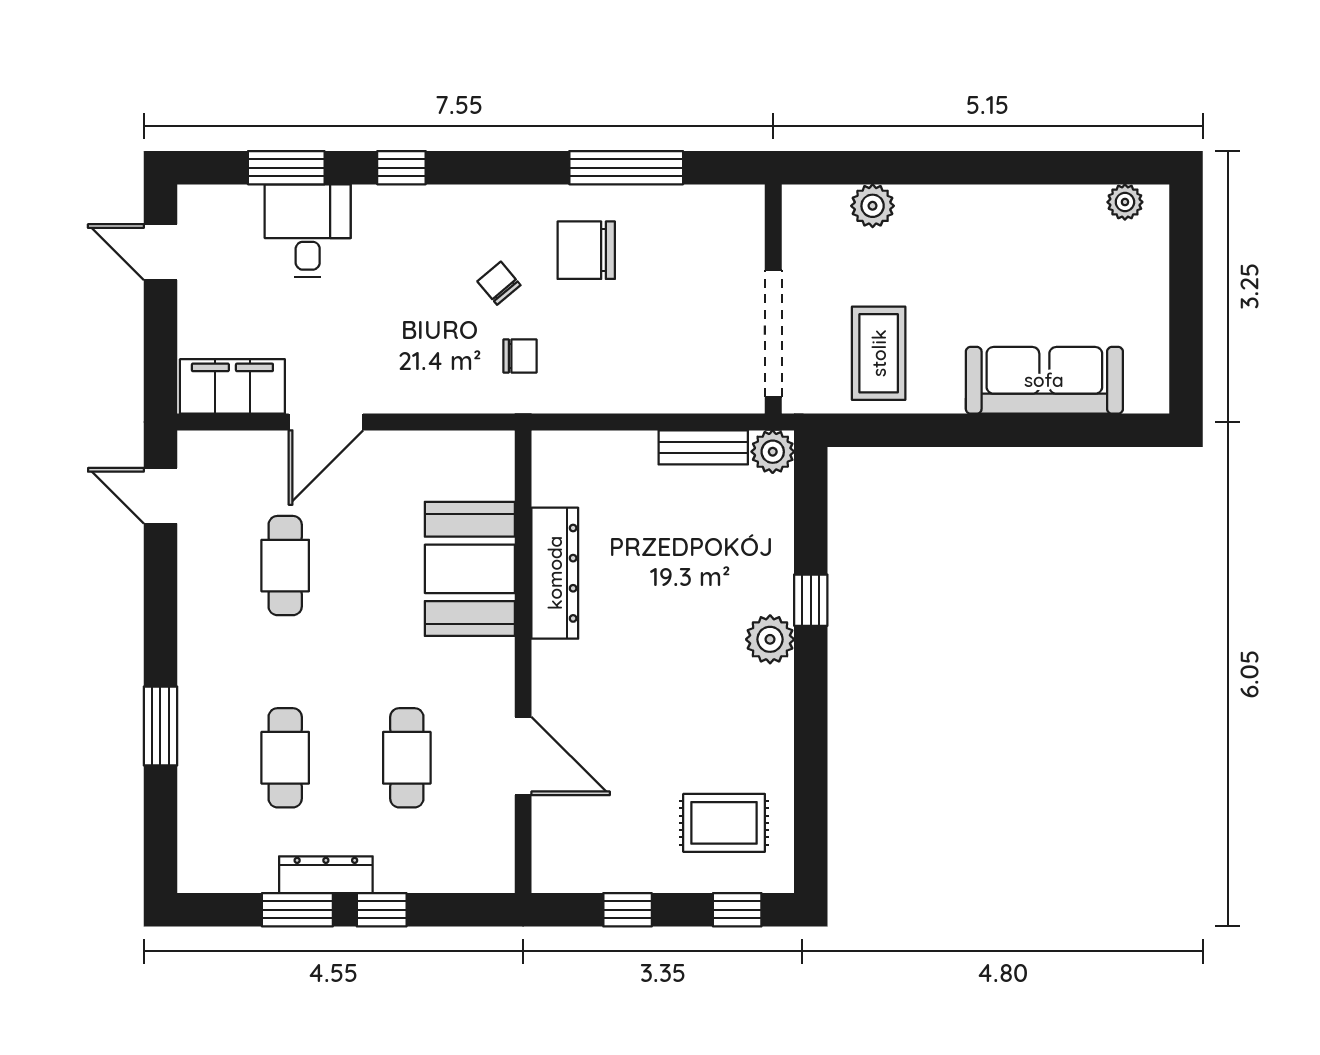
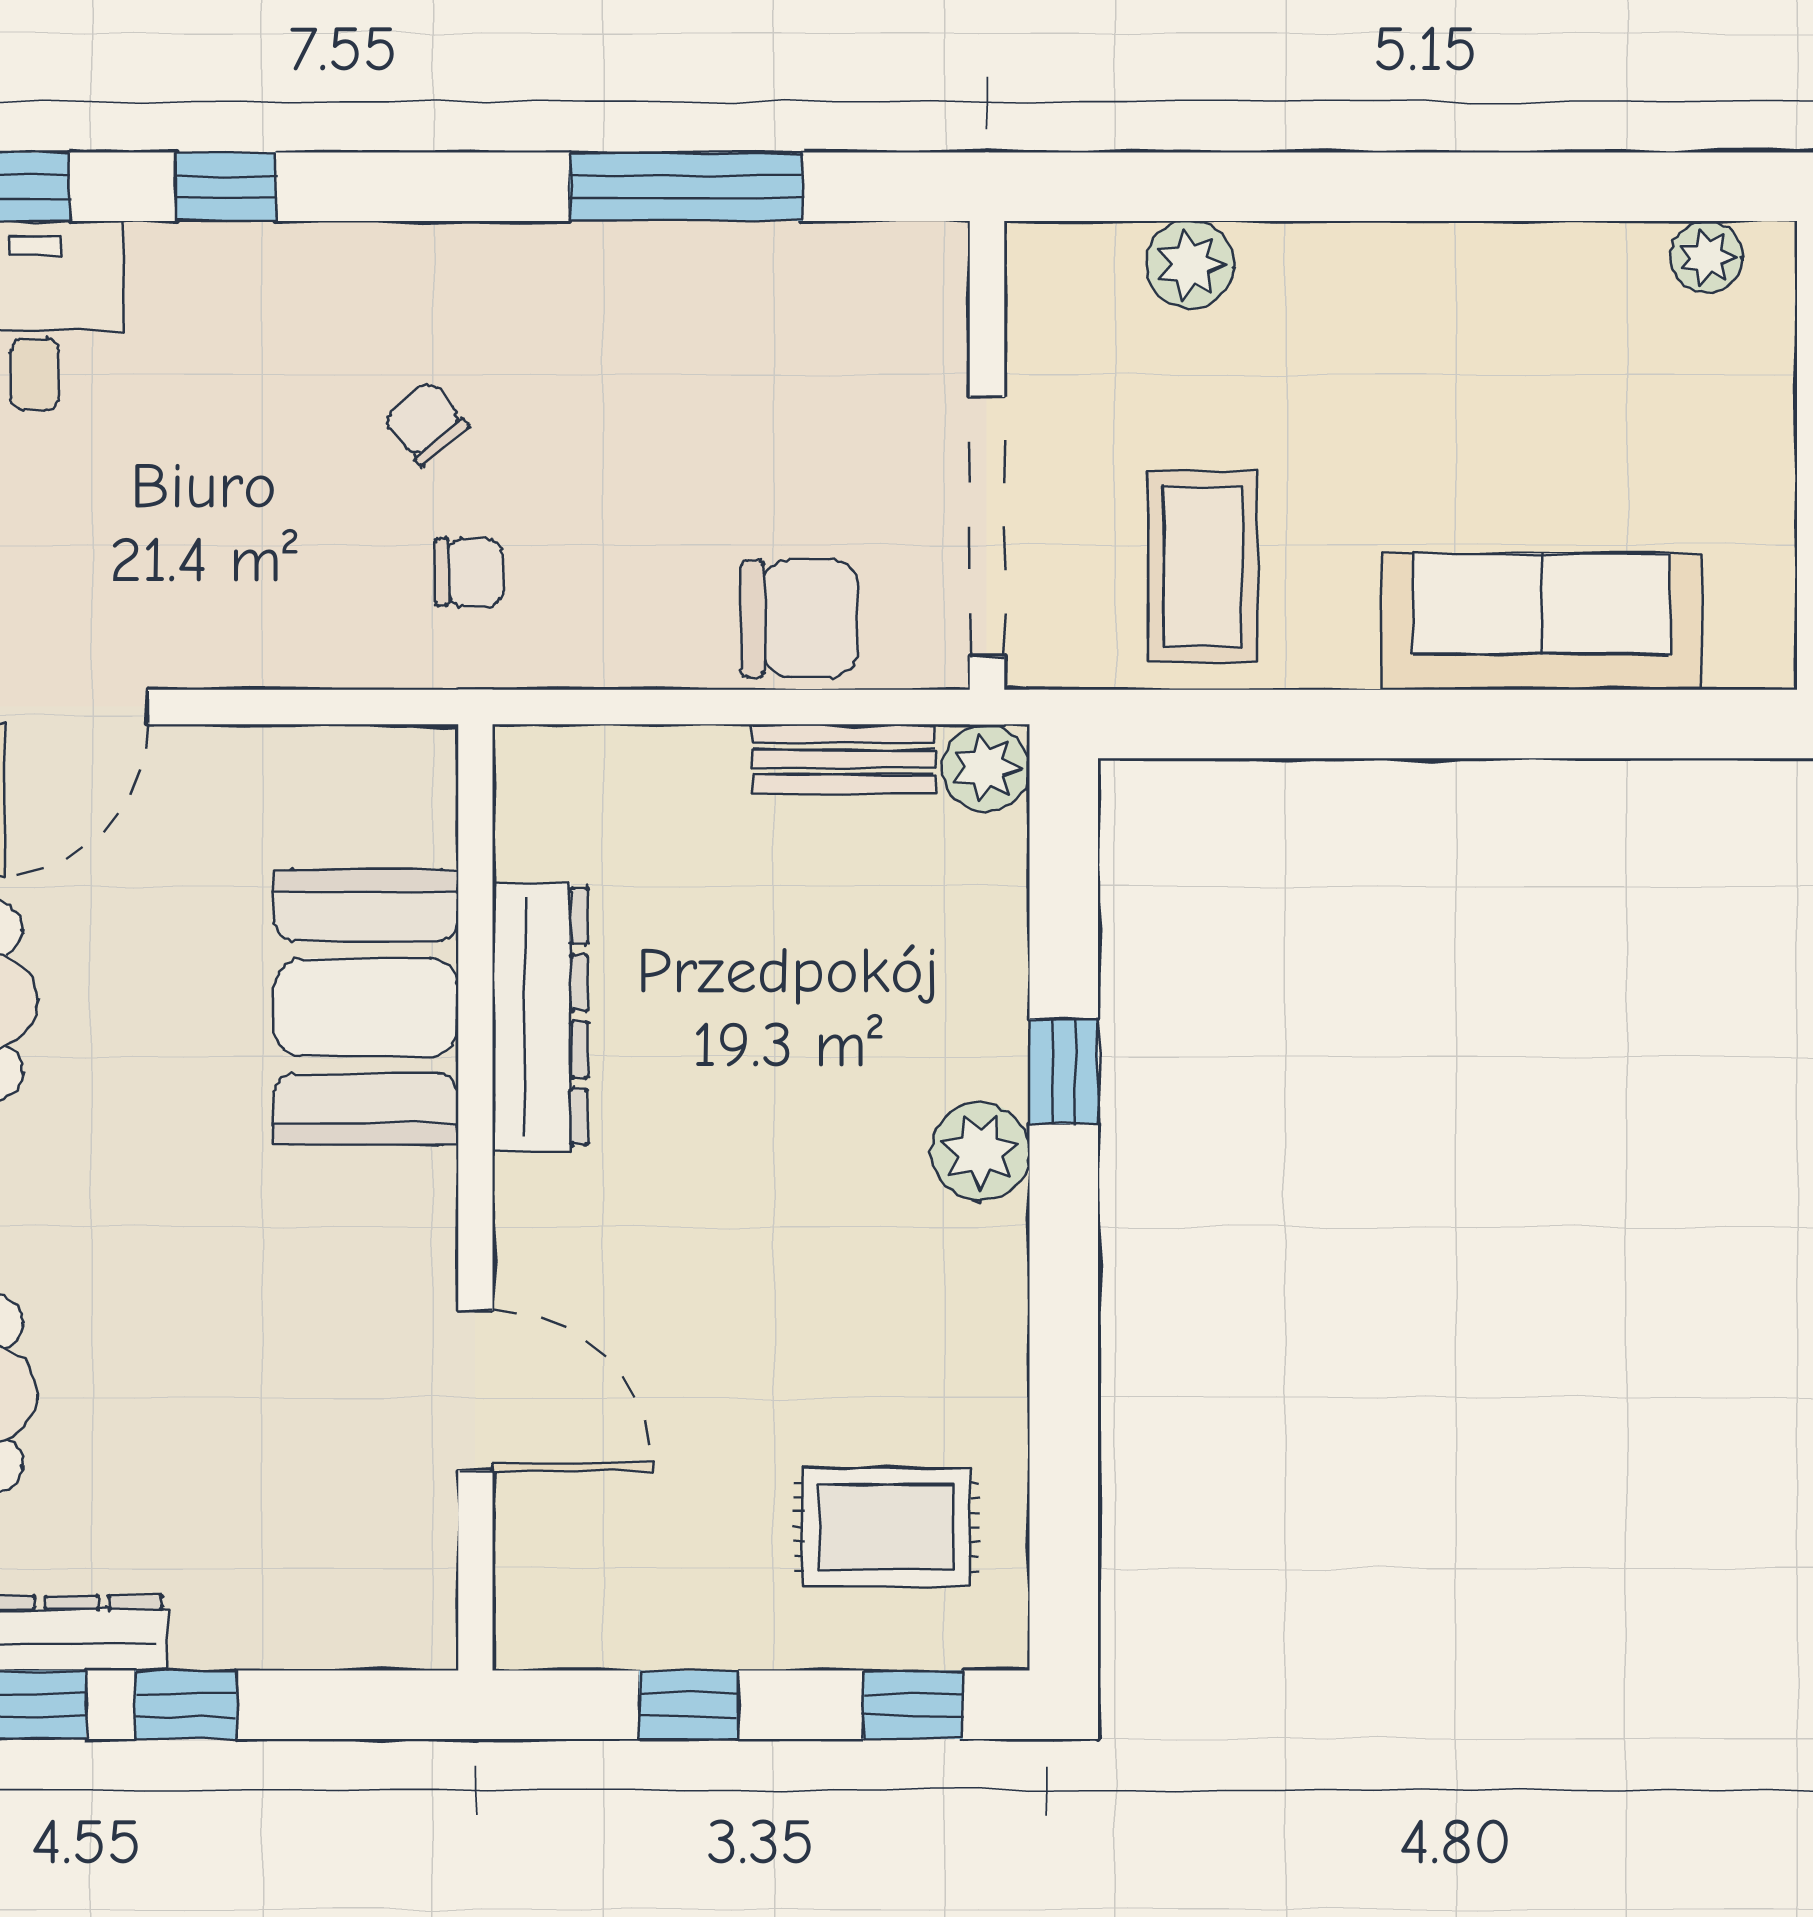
chair: (586, 250) -> (800, 618), moved, turned 180
cafe table: (407, 758) -> (237, 1394), removed

